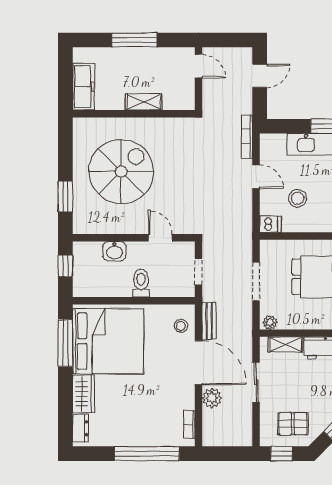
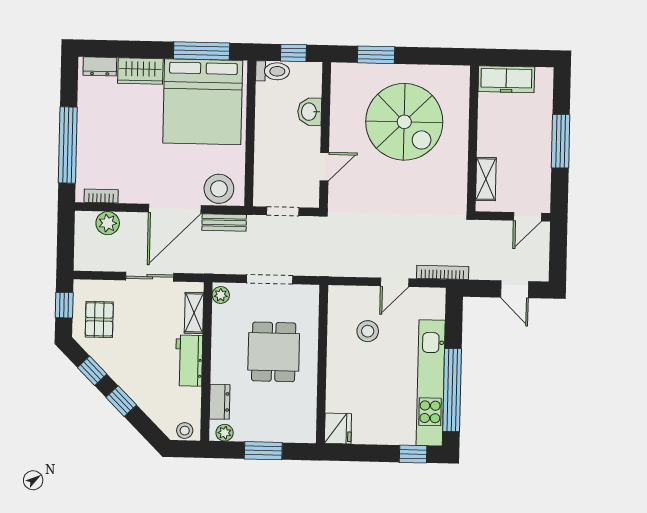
shelving: (144, 102) -> (486, 179), moved
dishwasher: (270, 224) -> (338, 298), removed
toilet: (141, 283) -> (273, 71), moved
stool: (181, 326) -> (219, 189), width x1.89, depth x1.89
plant: (212, 398) -> (108, 223), moved

